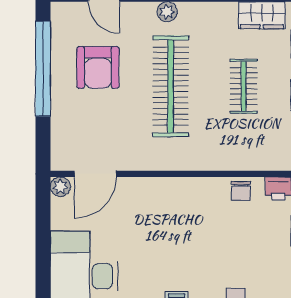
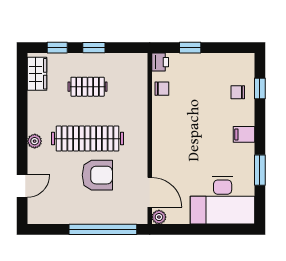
armchair: (98, 67) -> (97, 175), moved
window: (43, 69) -> (103, 229), moved

